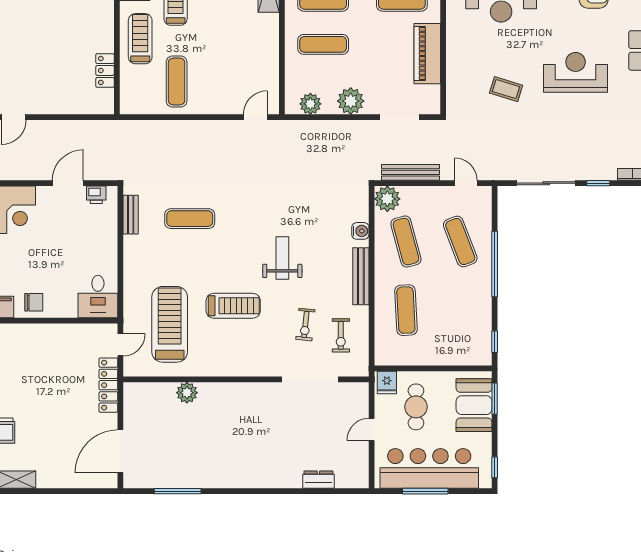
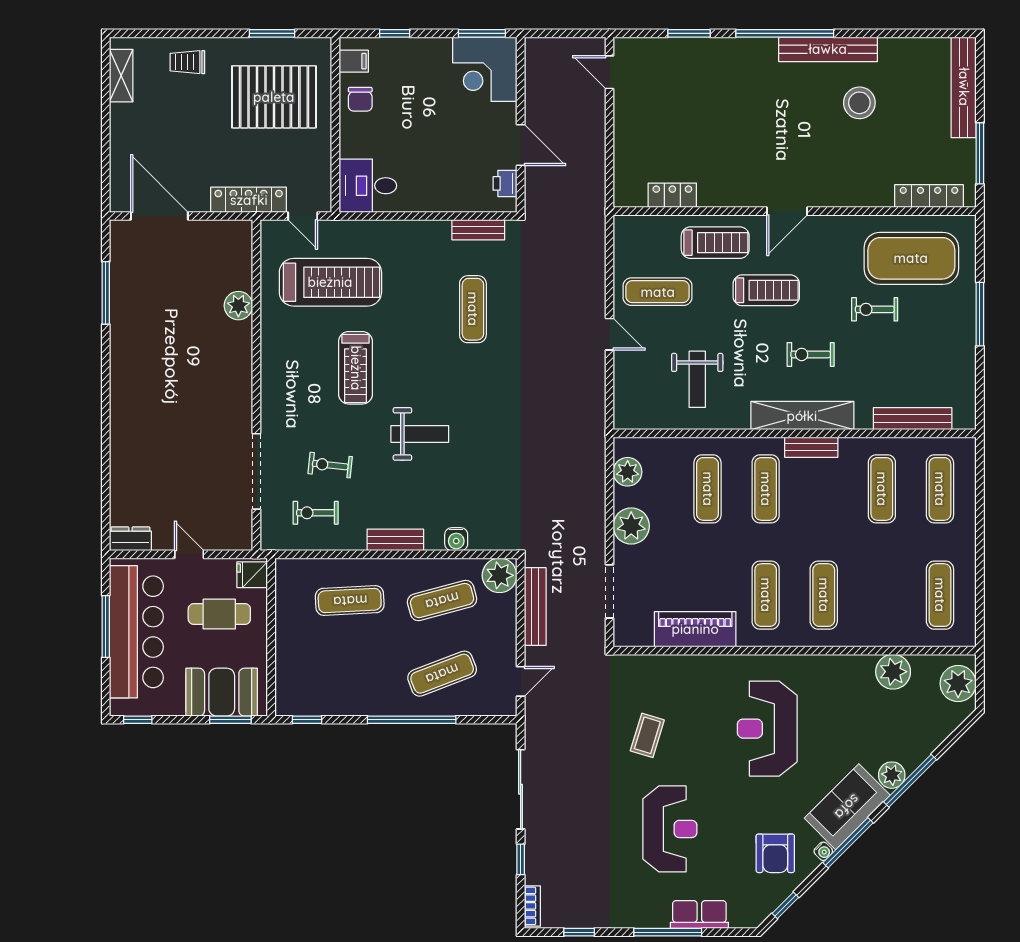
weight bench: (242, 52) -> (697, 379), added
door: (255, 117) -> (609, 334), moved
bench: (361, 276) -> (395, 540), width x0.73
pallet: (32, 366) -> (274, 97), added
dresser: (318, 480) -> (130, 539), moved, turned -90

